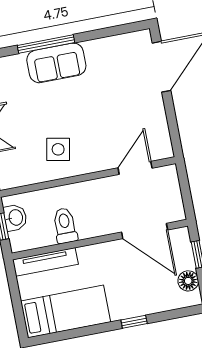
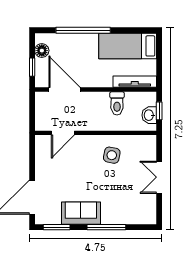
window: (118, 30) -> (57, 227), added
sofa: (56, 63) -> (81, 213), moved
window: (134, 322) -> (83, 30), width x3.17

